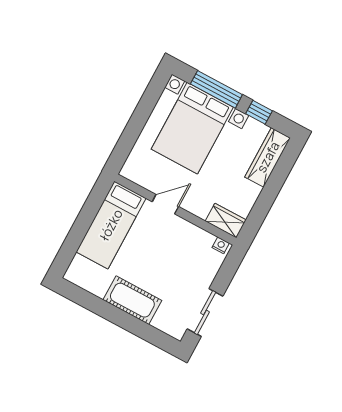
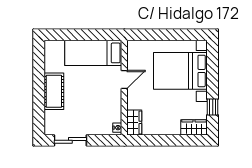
window: (216, 89) -> (213, 73), removed
wardrobe: (268, 157) -> (194, 127), width x0.67
door: (165, 204) -> (124, 80), hinge flipped

